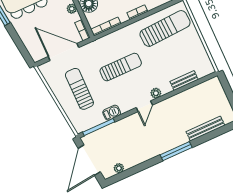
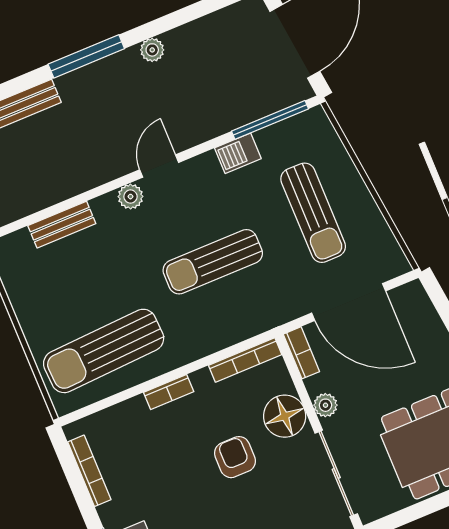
plant: (119, 168) -> (152, 50), moved

